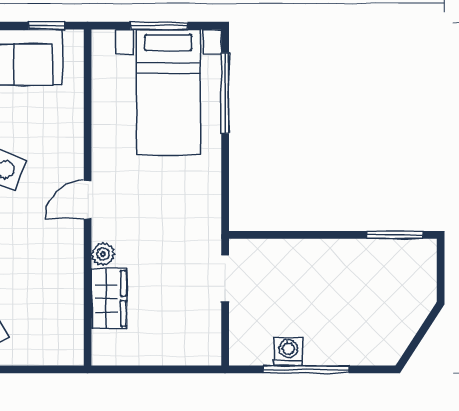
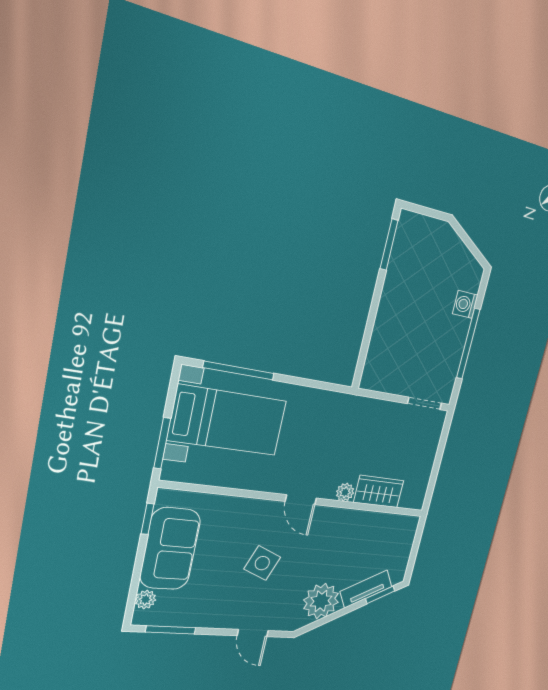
window: (159, 26) -> (162, 443), moved
doorway: (225, 279) -> (425, 403), moved
washing machine: (288, 351) -> (465, 304), moved

